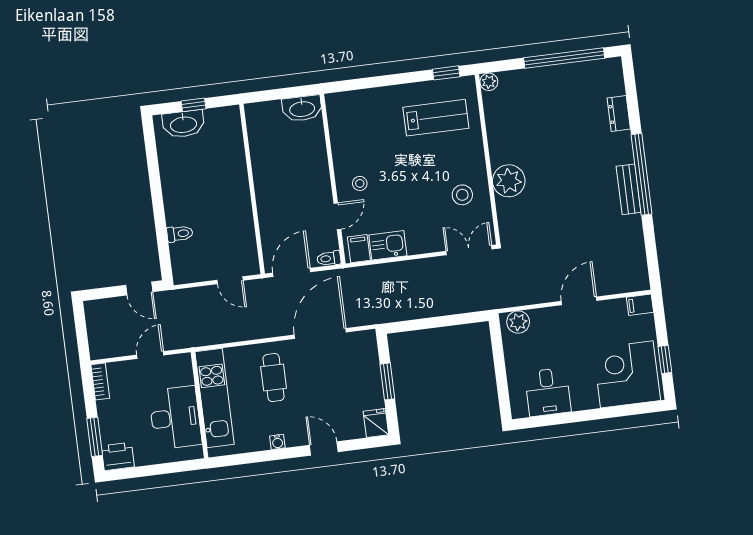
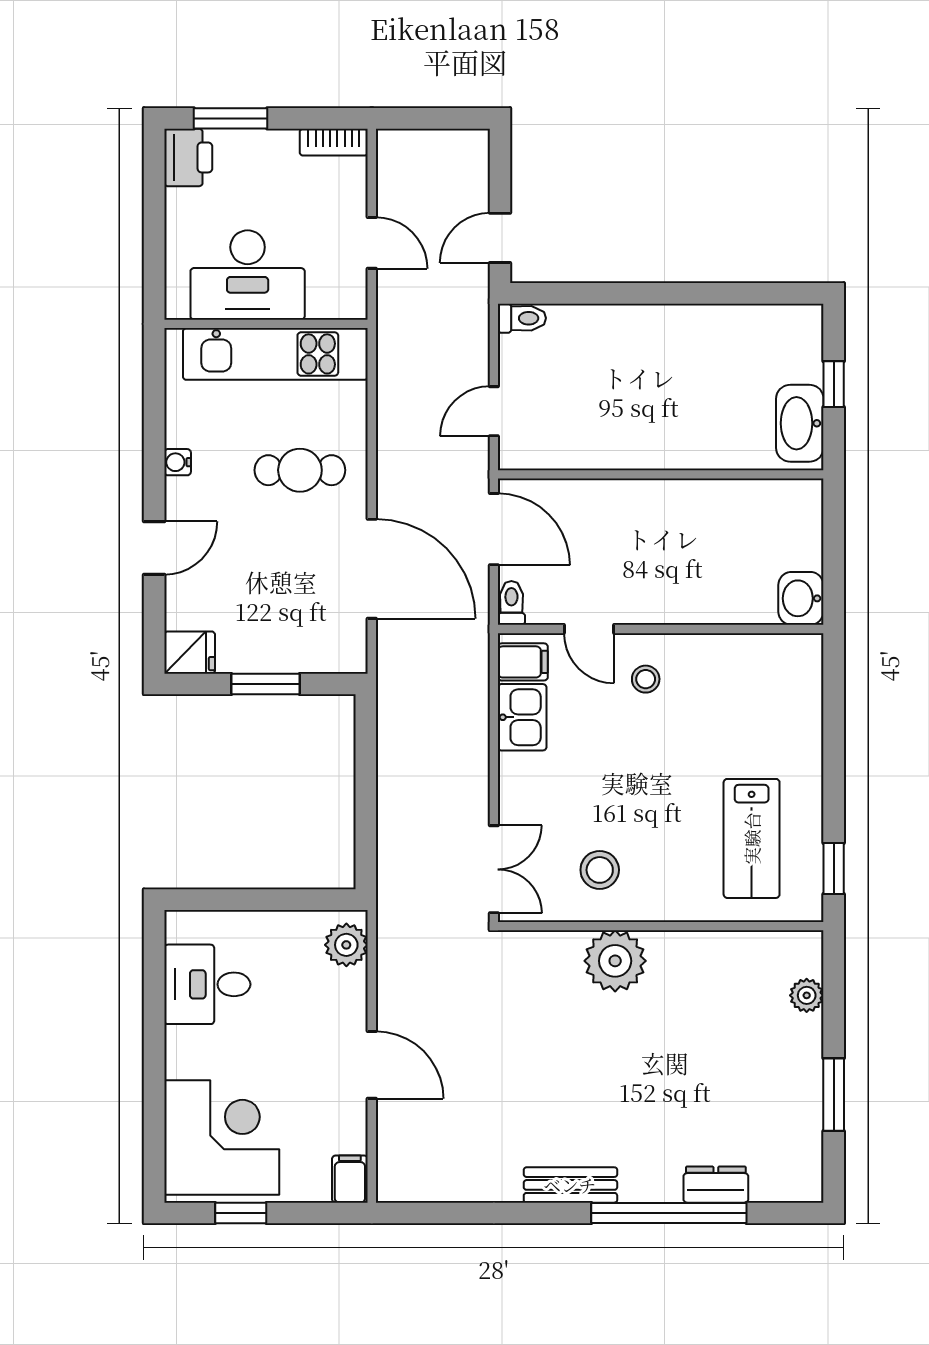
window: (564, 58) -> (834, 1095), width x0.47
plant: (489, 82) -> (807, 995), moved
washbasin: (302, 108) -> (801, 598), width x0.72
washbasin: (183, 124) -> (800, 423), moved
window: (641, 174) -> (669, 1213), moved
toilet: (180, 234) -> (522, 318), moved, turned -90

